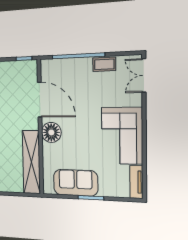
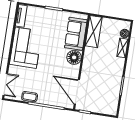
door: (40, 100) -> (77, 92), moved
shelving: (31, 162) -> (94, 32), width x0.68
sofa: (76, 183) -> (76, 34), moved, turned 90

